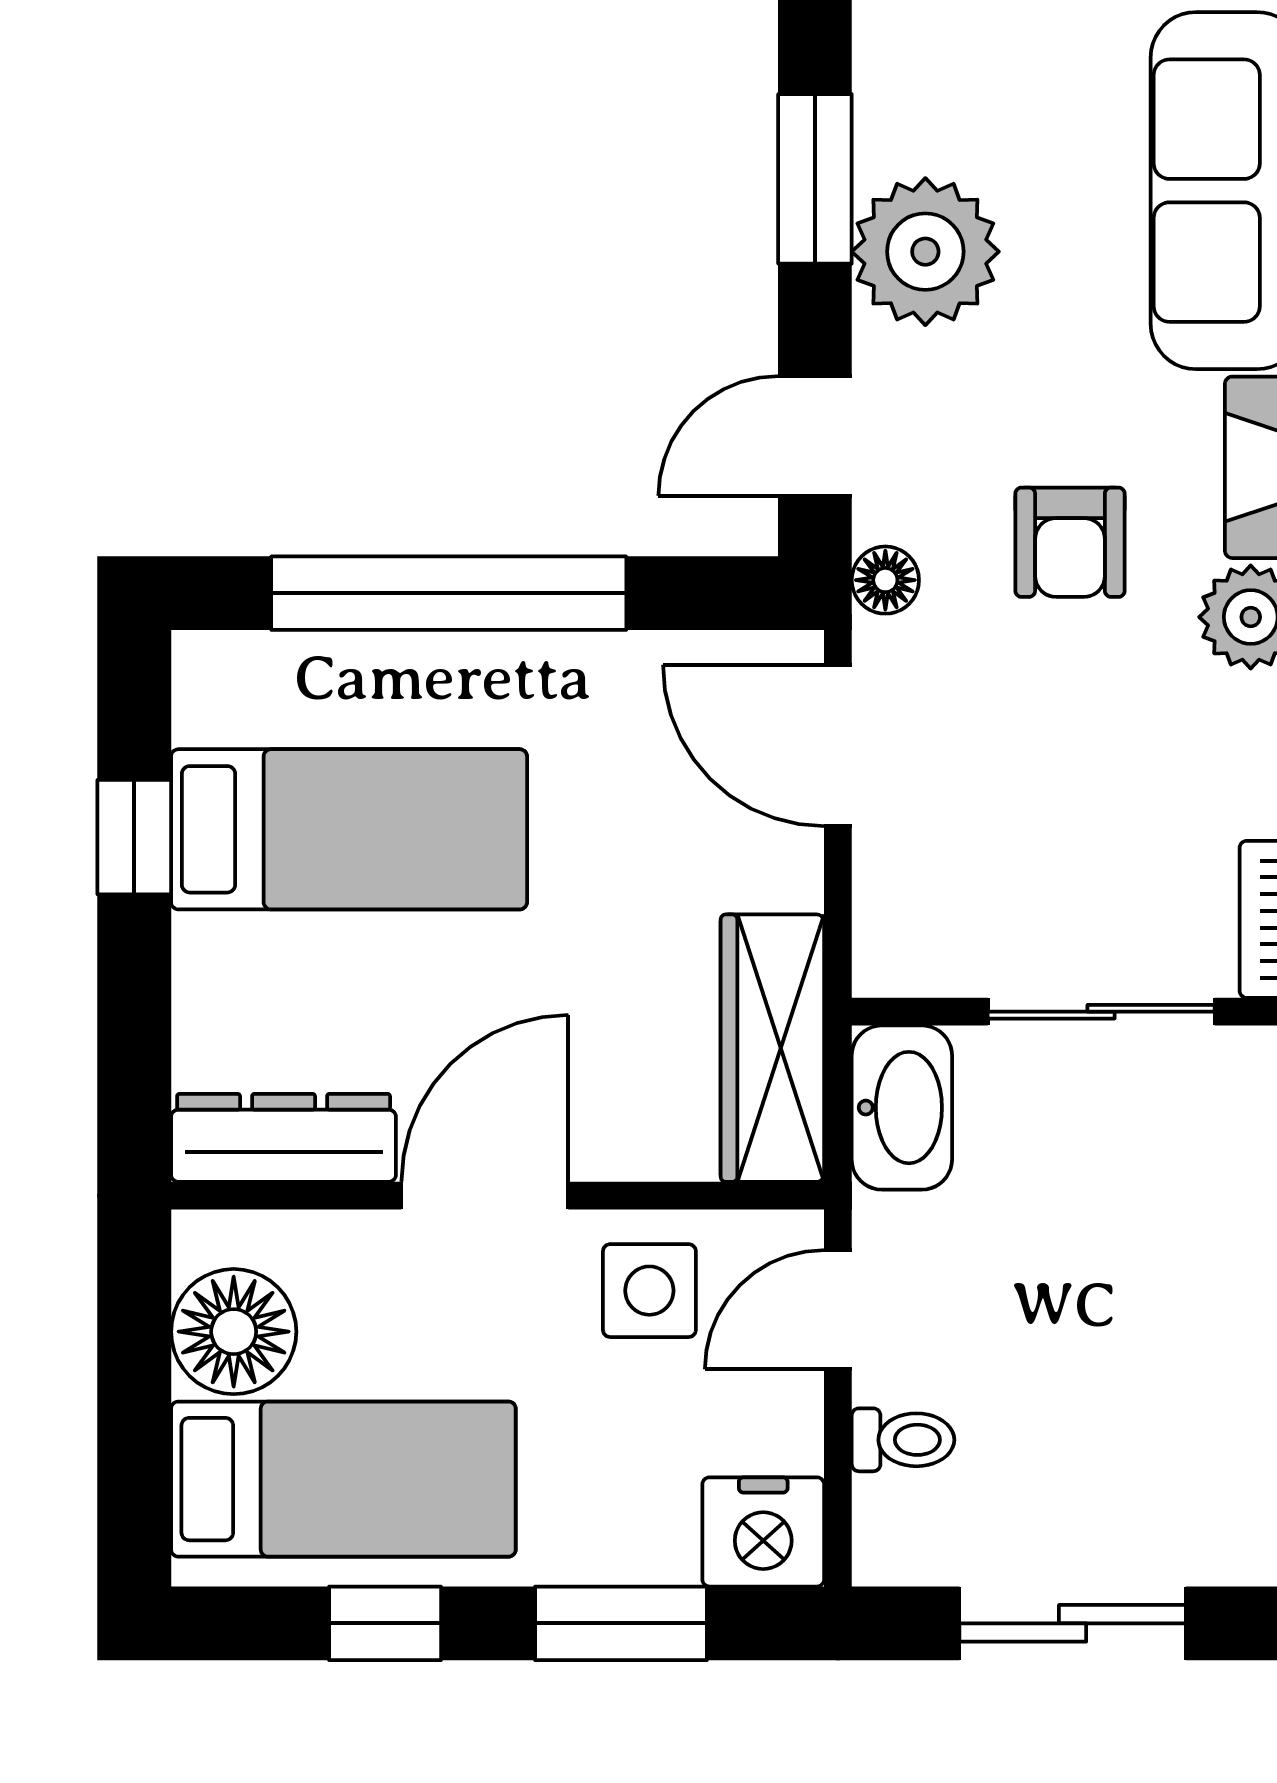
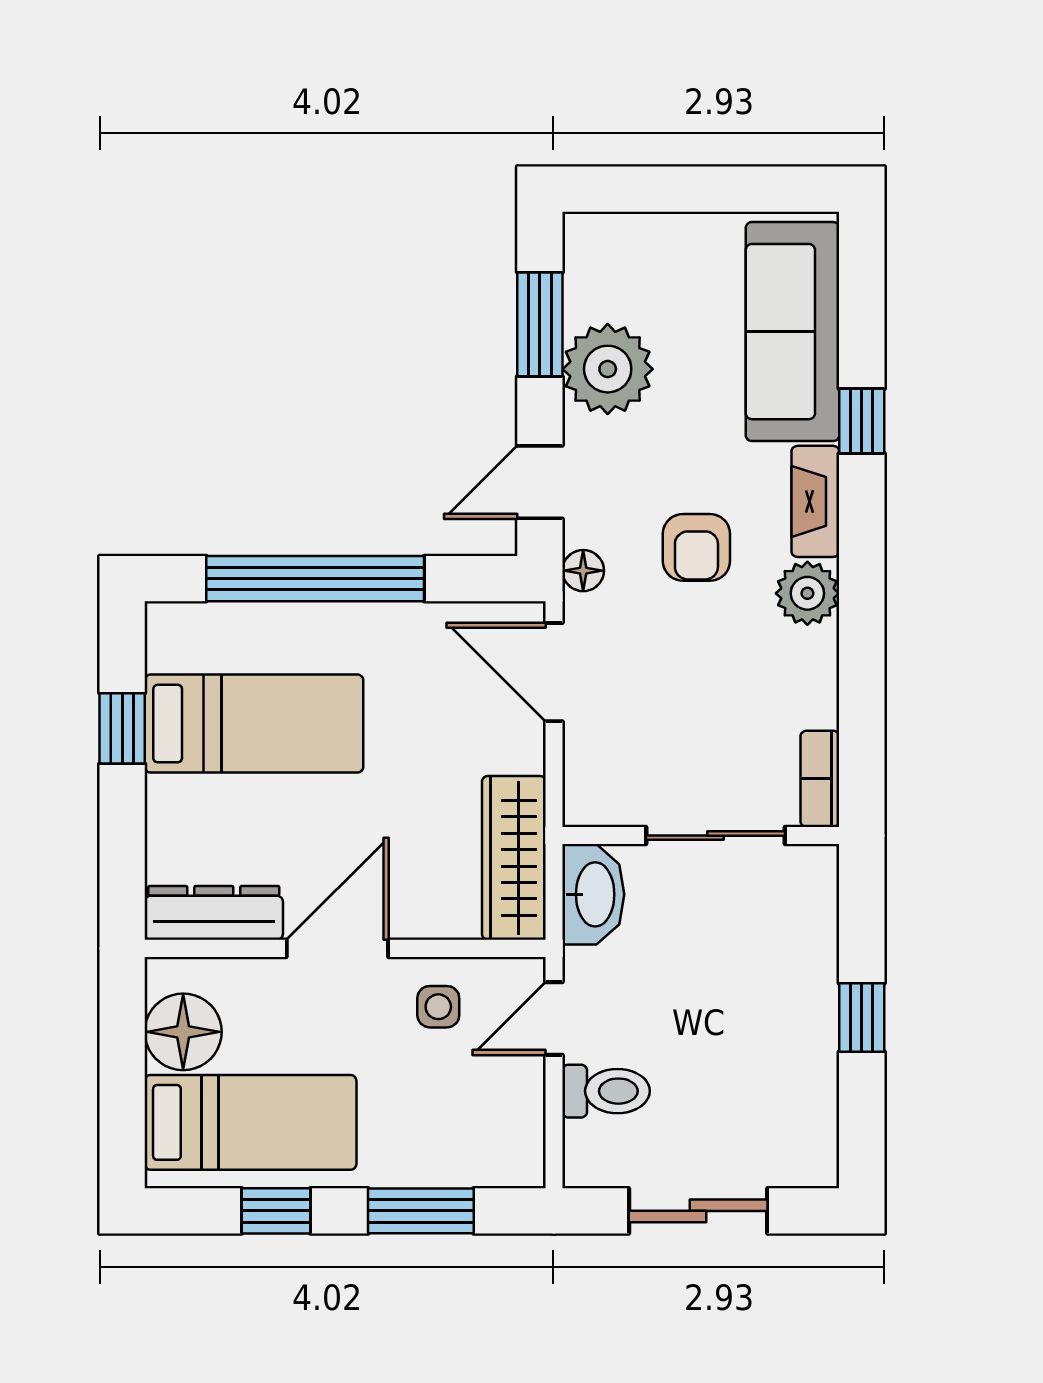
side table: (649, 1291) -> (438, 1007), width x0.73, depth x0.73
toilet: (903, 1440) -> (606, 1091), width x1.37, depth x1.39
nightstand: (763, 1532) -> (508, 1155), removed

